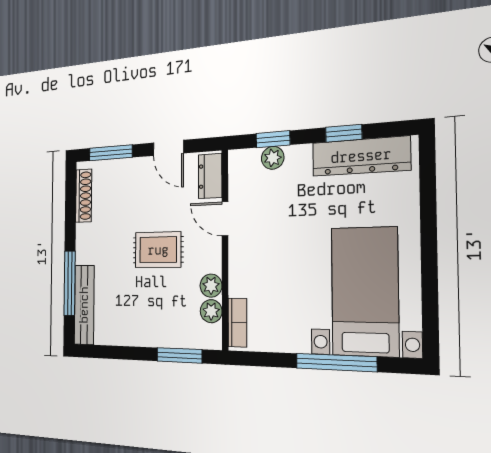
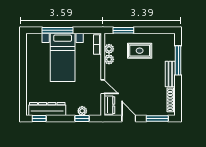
window: (344, 133) -> (39, 118), moved
rug: (158, 250) -> (140, 51), moved
bed with nightstands: (365, 291) -> (63, 57), moved
bench: (84, 305) -> (170, 74), moved, width x0.73

